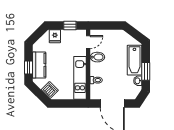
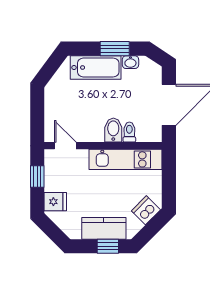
bidet: (97, 57) -> (113, 130), moved

